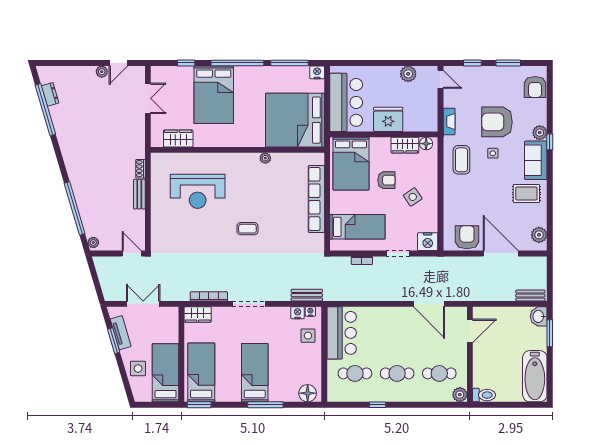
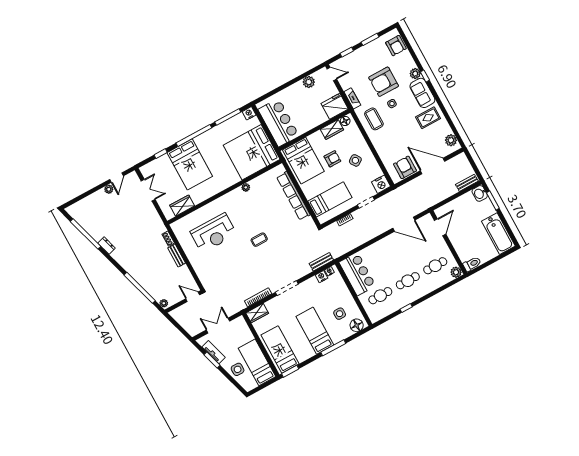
dresser: (50, 94) -> (107, 246), moved
fridge: (388, 119) -> (335, 106), moved
side table: (308, 336) -> (340, 314), moved

